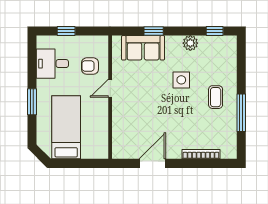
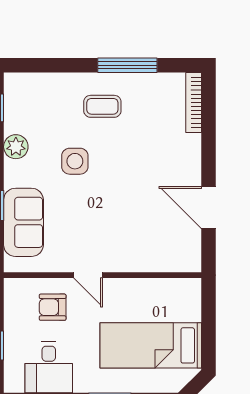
armchair: (90, 66) -> (53, 307), turned 90
bookcase: (201, 154) -> (194, 102), moved

